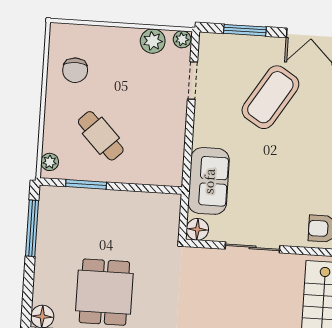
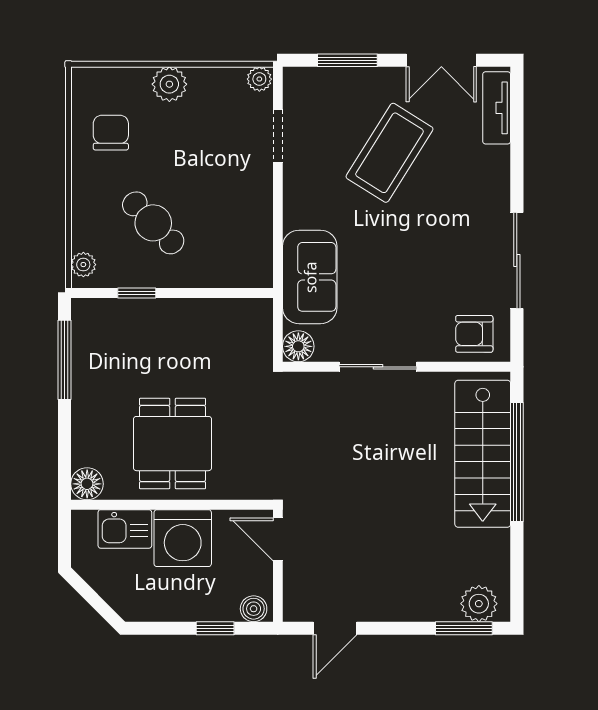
plant: (153, 41) -> (169, 84), moved
chair: (75, 70) -> (111, 133), turned 180
window: (86, 184) -> (137, 293), width x0.67

